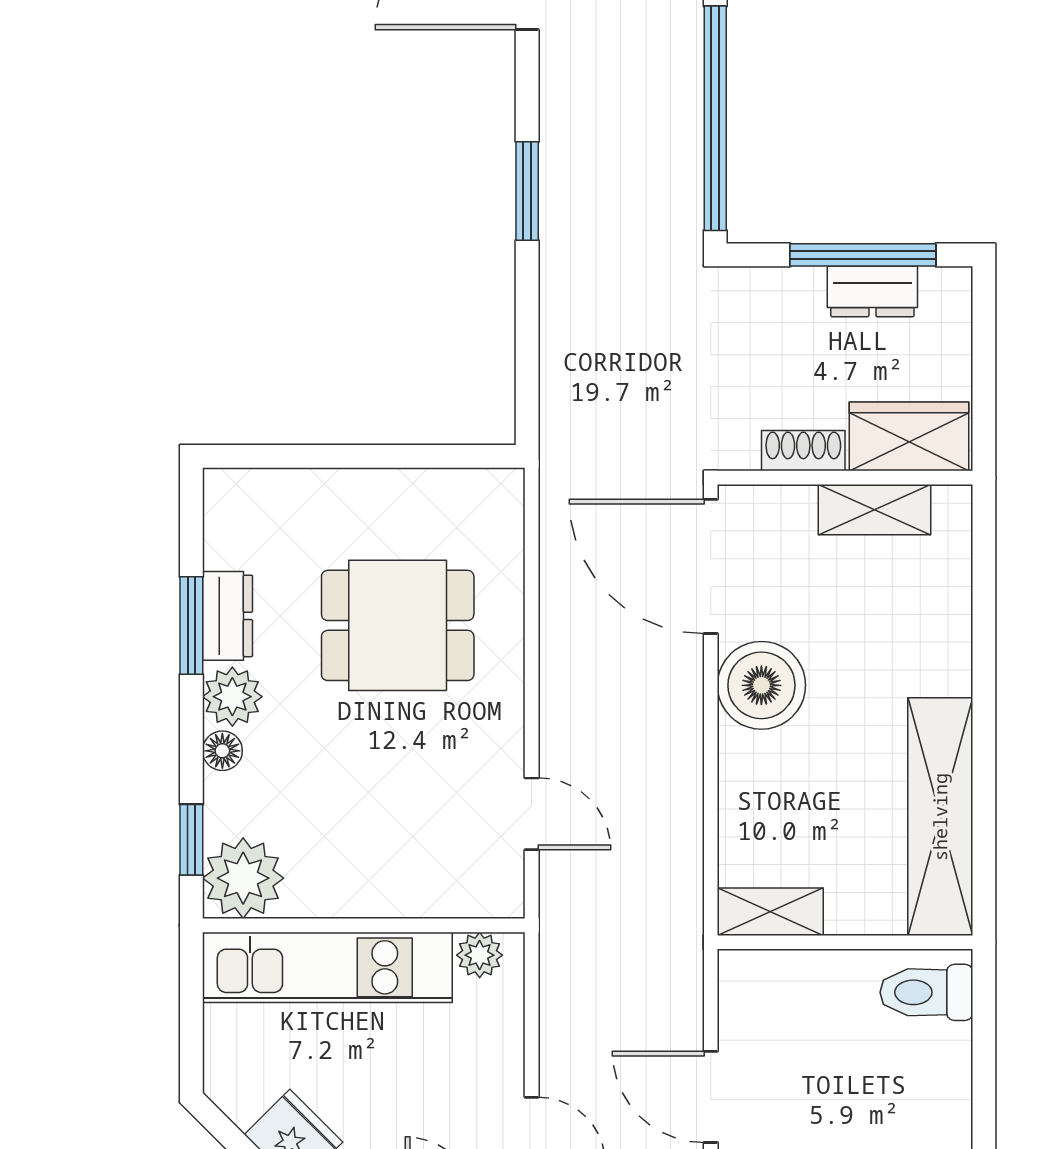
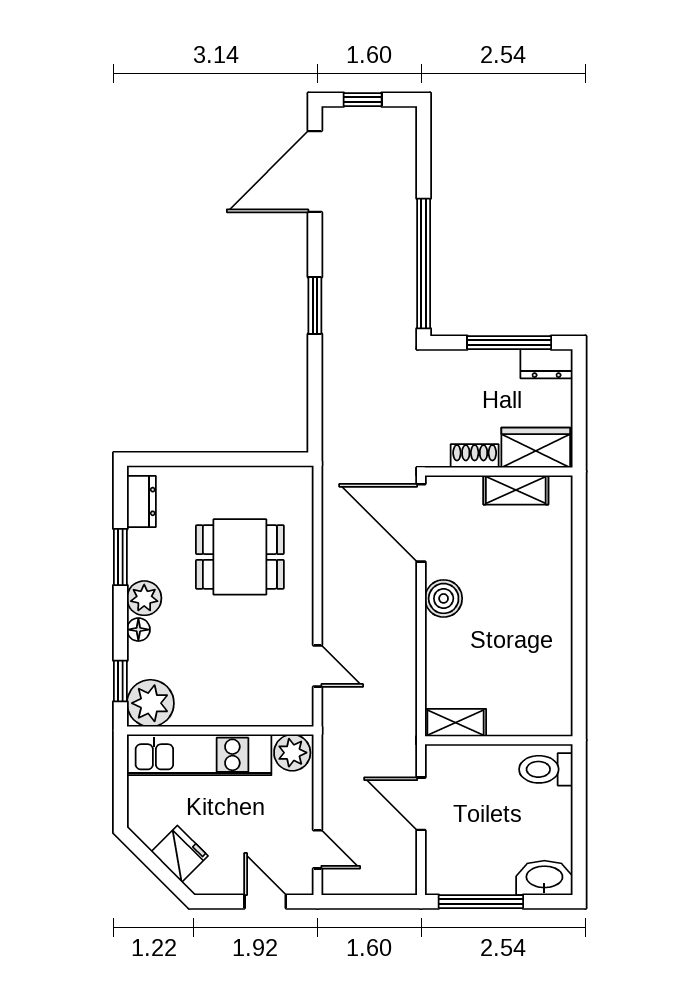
dresser: (872, 291) -> (547, 364), moved
dresser: (227, 616) -> (141, 501), moved
boiler: (761, 685) -> (444, 598), width x0.73, depth x0.73
shelving: (940, 817) -> (554, 668), removed
plant: (480, 955) -> (292, 753), width x1.38, depth x1.38
door: (711, 1097) -> (421, 804), moved

